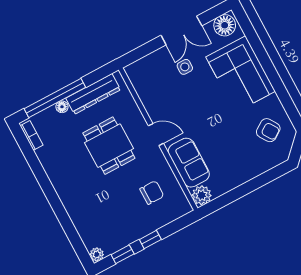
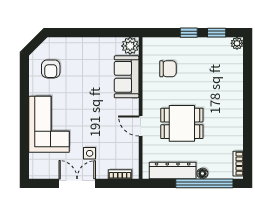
floor lamp: (225, 25) -> (41, 169), removed
bookcase: (144, 62) -> (120, 174), added
armchair: (268, 130) -> (51, 69), turned -146
door: (156, 135) -> (141, 126), moved
dining table: (109, 146) -> (182, 123), turned 90
chair: (152, 193) -> (168, 69), turned 180

